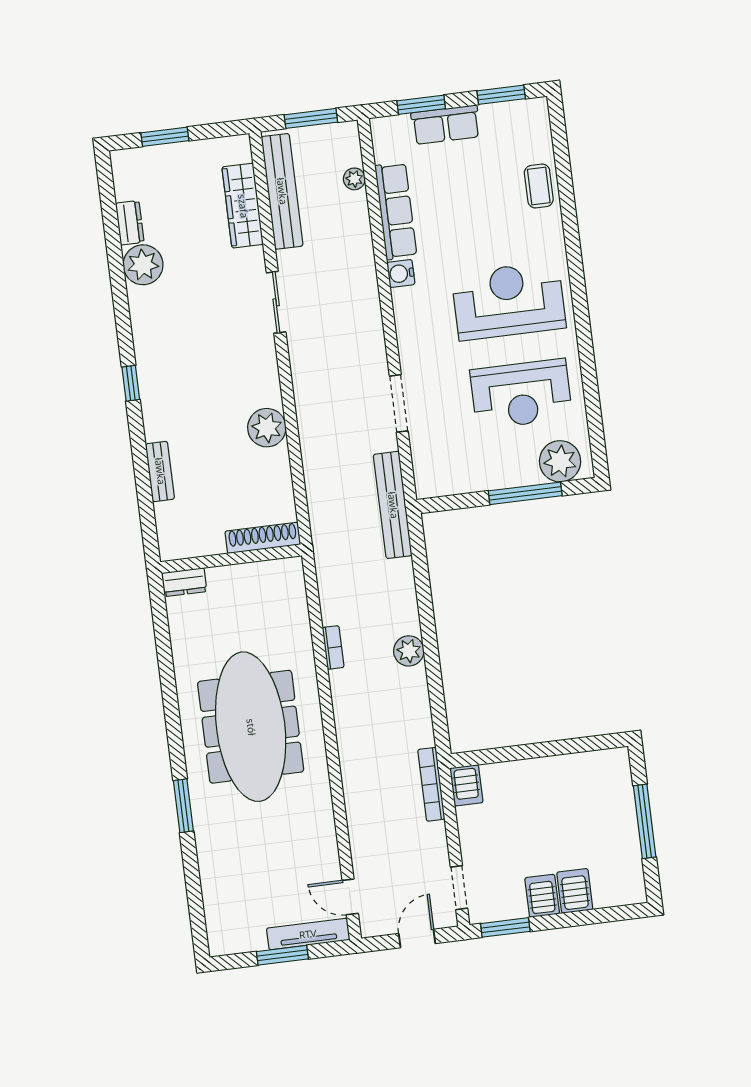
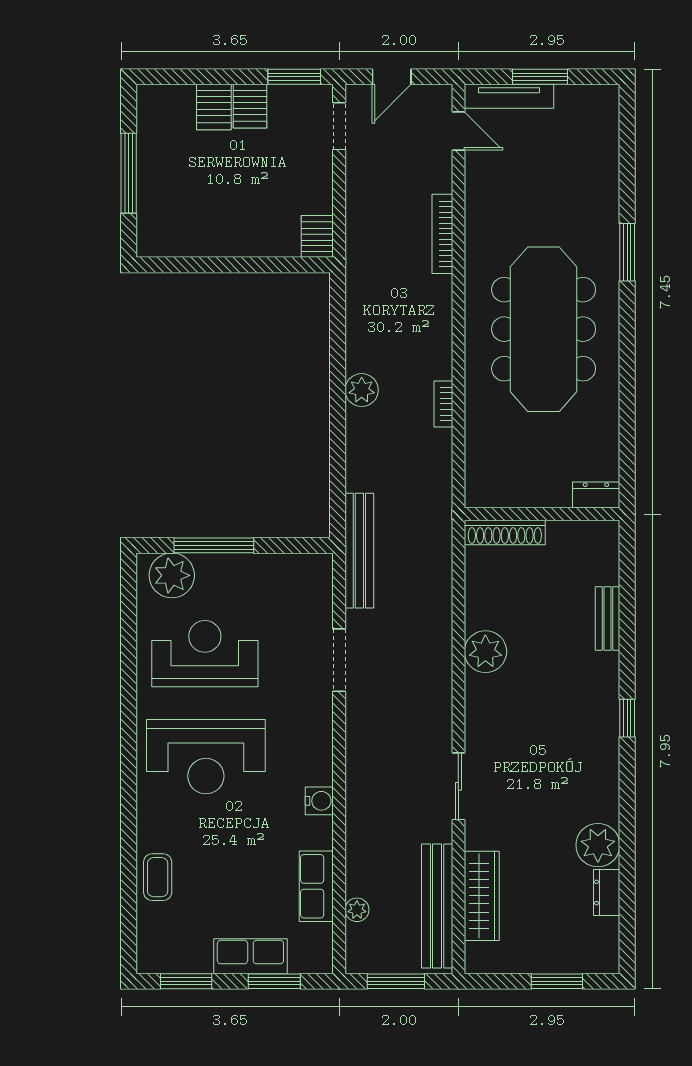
row of seats: (396, 211) -> (316, 886), width x0.68
bookcase: (431, 784) -> (442, 234), moved, turned 180

